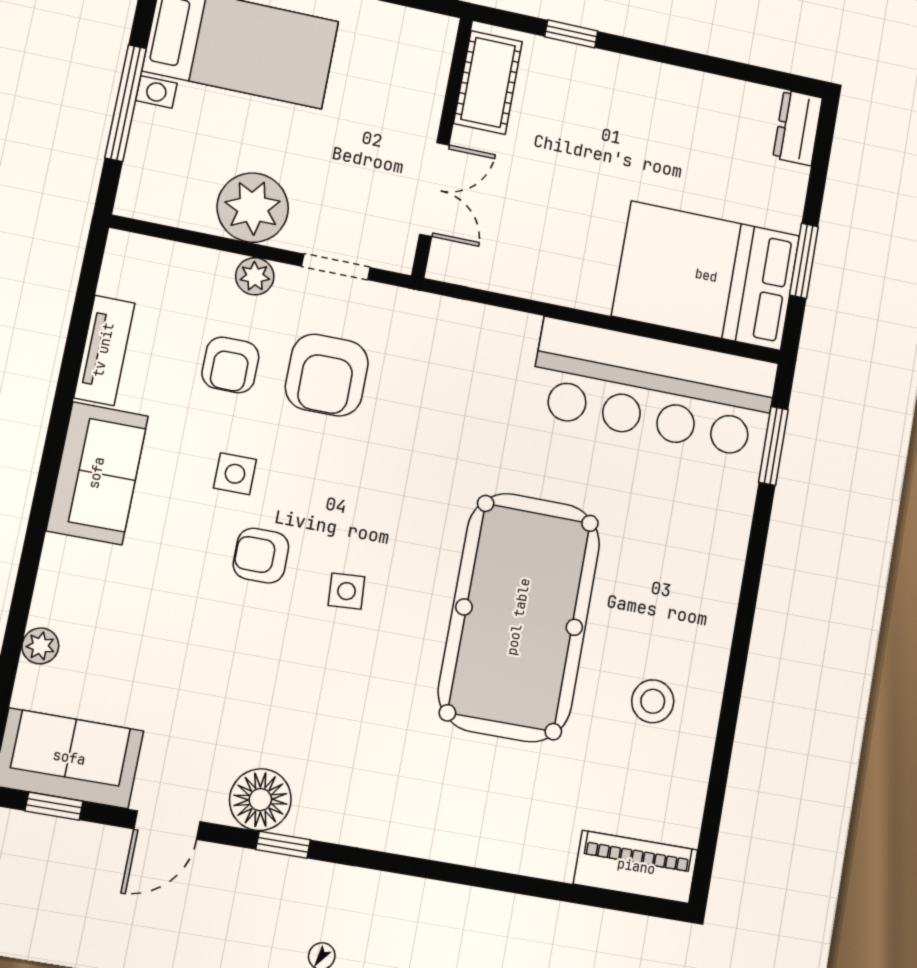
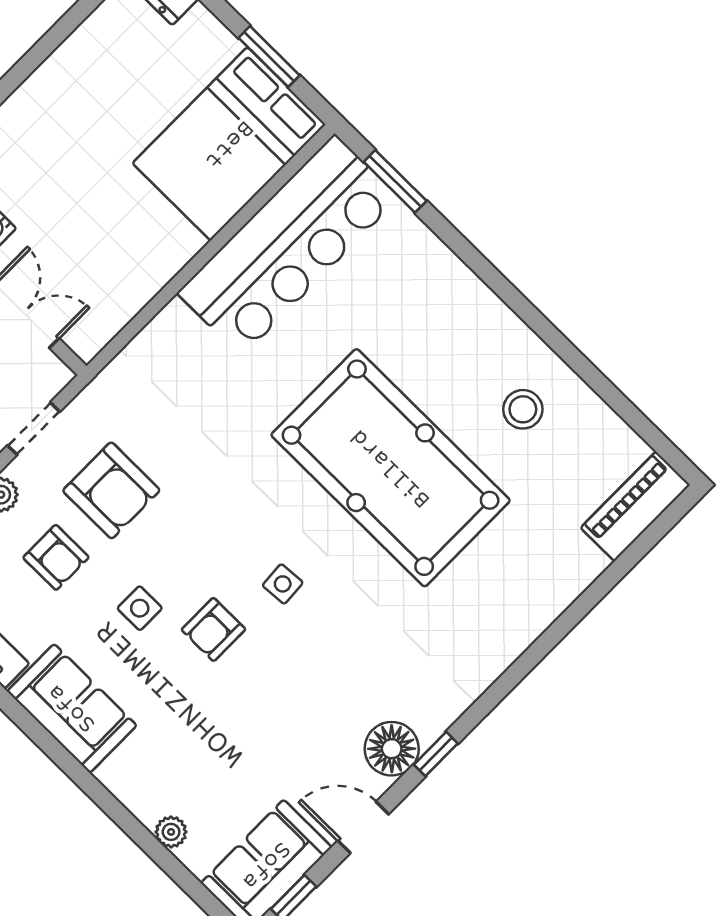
door: (167, 825) -> (363, 827), swing flipped

